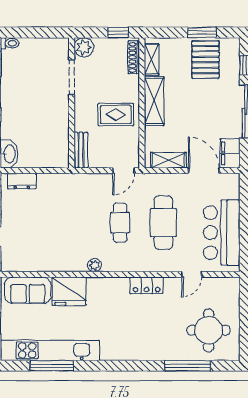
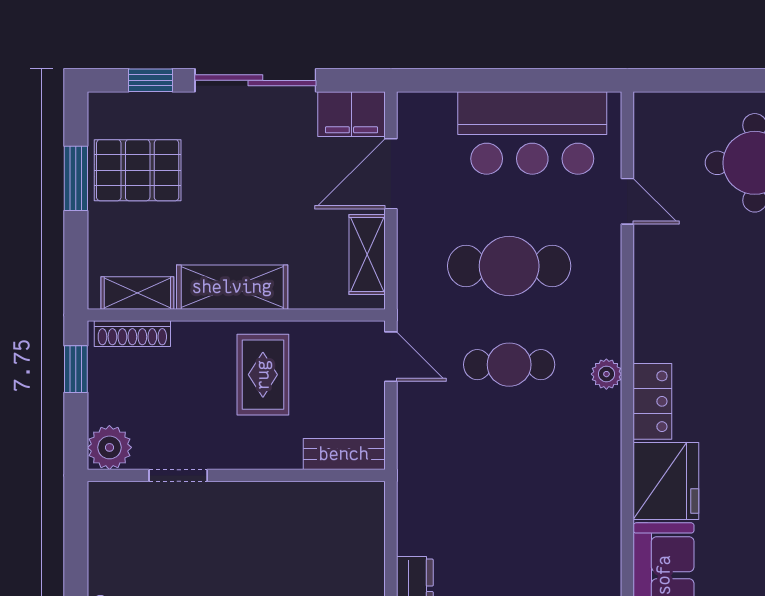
doorway: (72, 77) -> (178, 475), width x0.73
plant: (94, 265) -> (606, 374), moved
locker: (147, 285) -> (652, 401), moved

